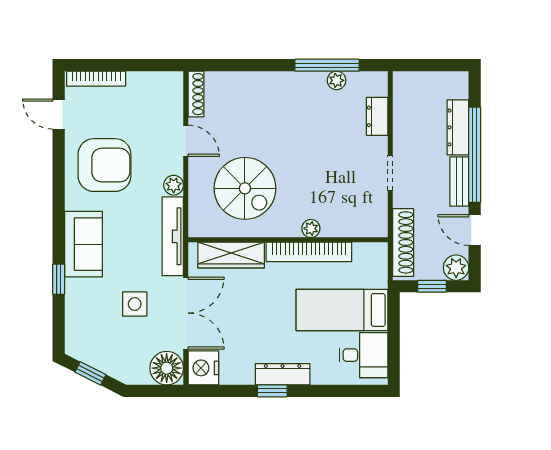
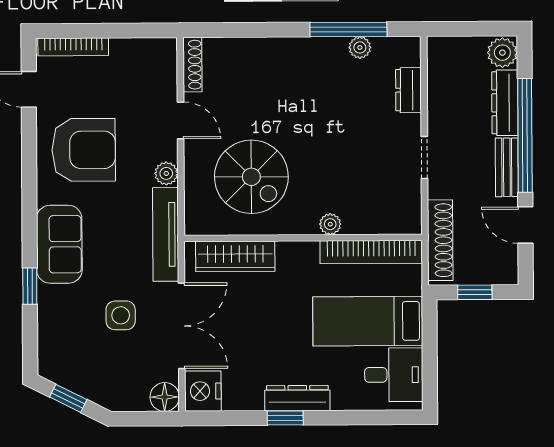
bookcase: (309, 252) -> (371, 252), moved
plant: (456, 268) -> (502, 53), moved
floor lamp: (167, 368) -> (165, 397), width x0.73, depth x0.73

